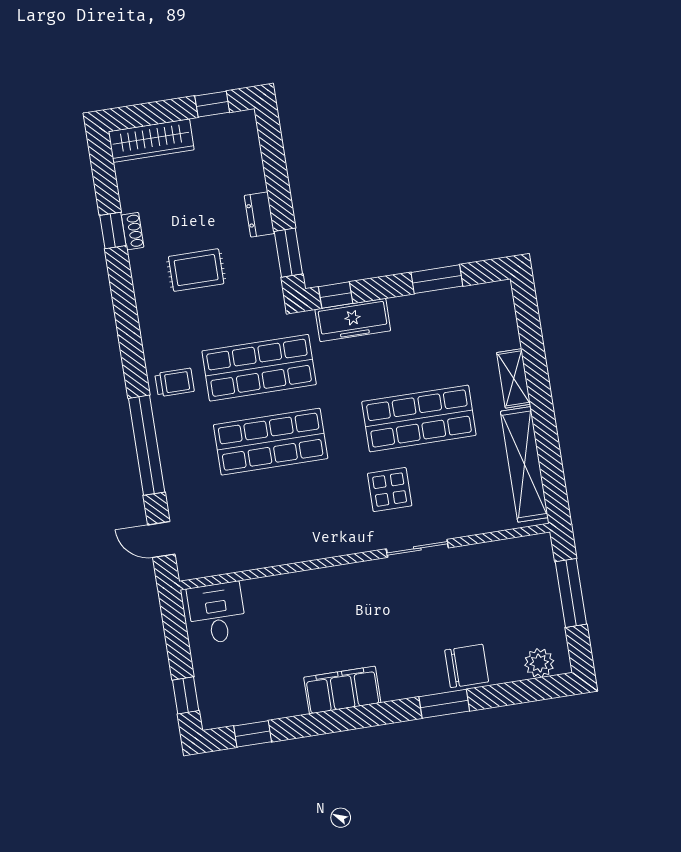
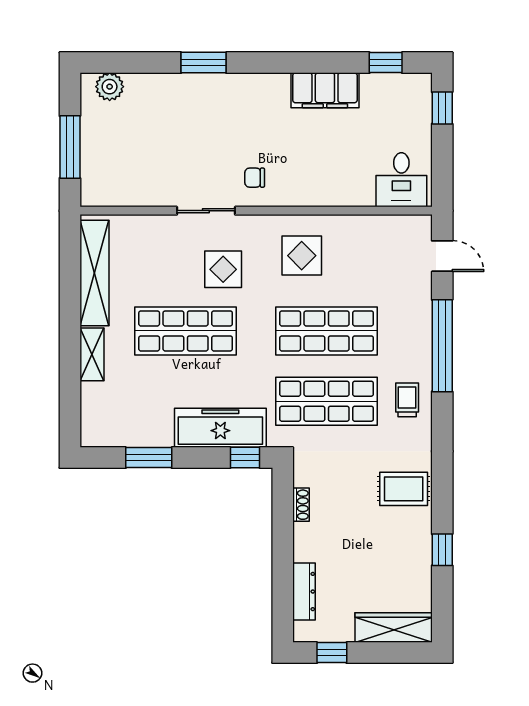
dresser: (259, 214) -> (304, 592), moved, width x1.44
shoe rack: (133, 231) -> (301, 505), moved, turned 180
window: (288, 253) -> (283, 504), removed
rug: (196, 270) -> (404, 489), moved
freezer: (353, 320) -> (220, 428), width x1.36, depth x1.26
trolley: (175, 382) -> (407, 400), turned 90
display table: (309, 517) -> (302, 256), added
chair: (467, 666) -> (255, 178), moved, width x0.54, depth x0.54
filing cabinet: (342, 690) -> (325, 90), moved

